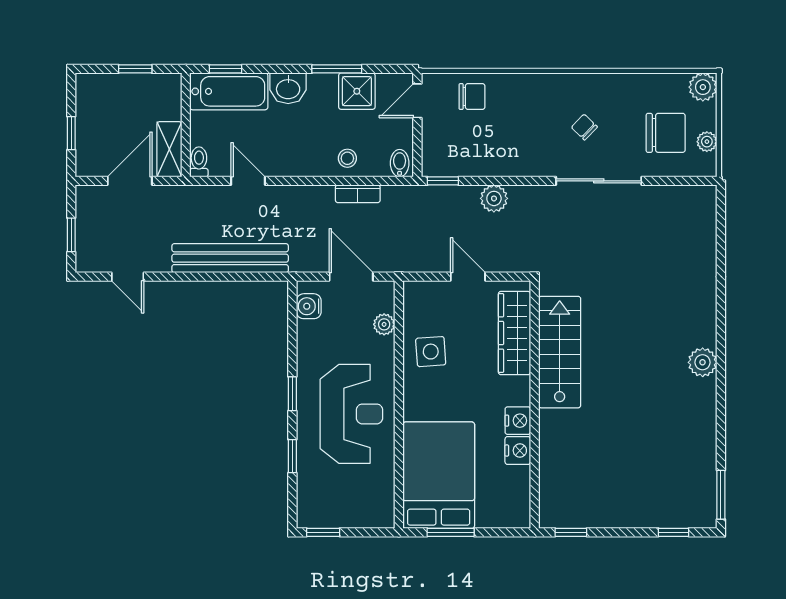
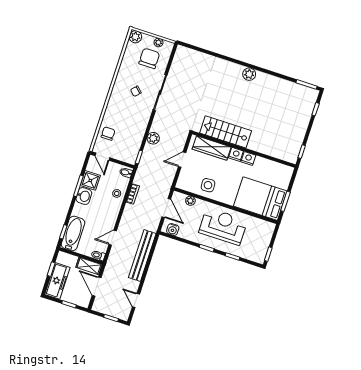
washbasin: (288, 88) -> (84, 196), moved
freezer: (114, 91) -> (57, 281), added
door: (128, 277) -> (136, 300), swing flipped
door: (351, 277) -> (166, 208), swing flipped
nightstand: (518, 451) -> (236, 154), moved

